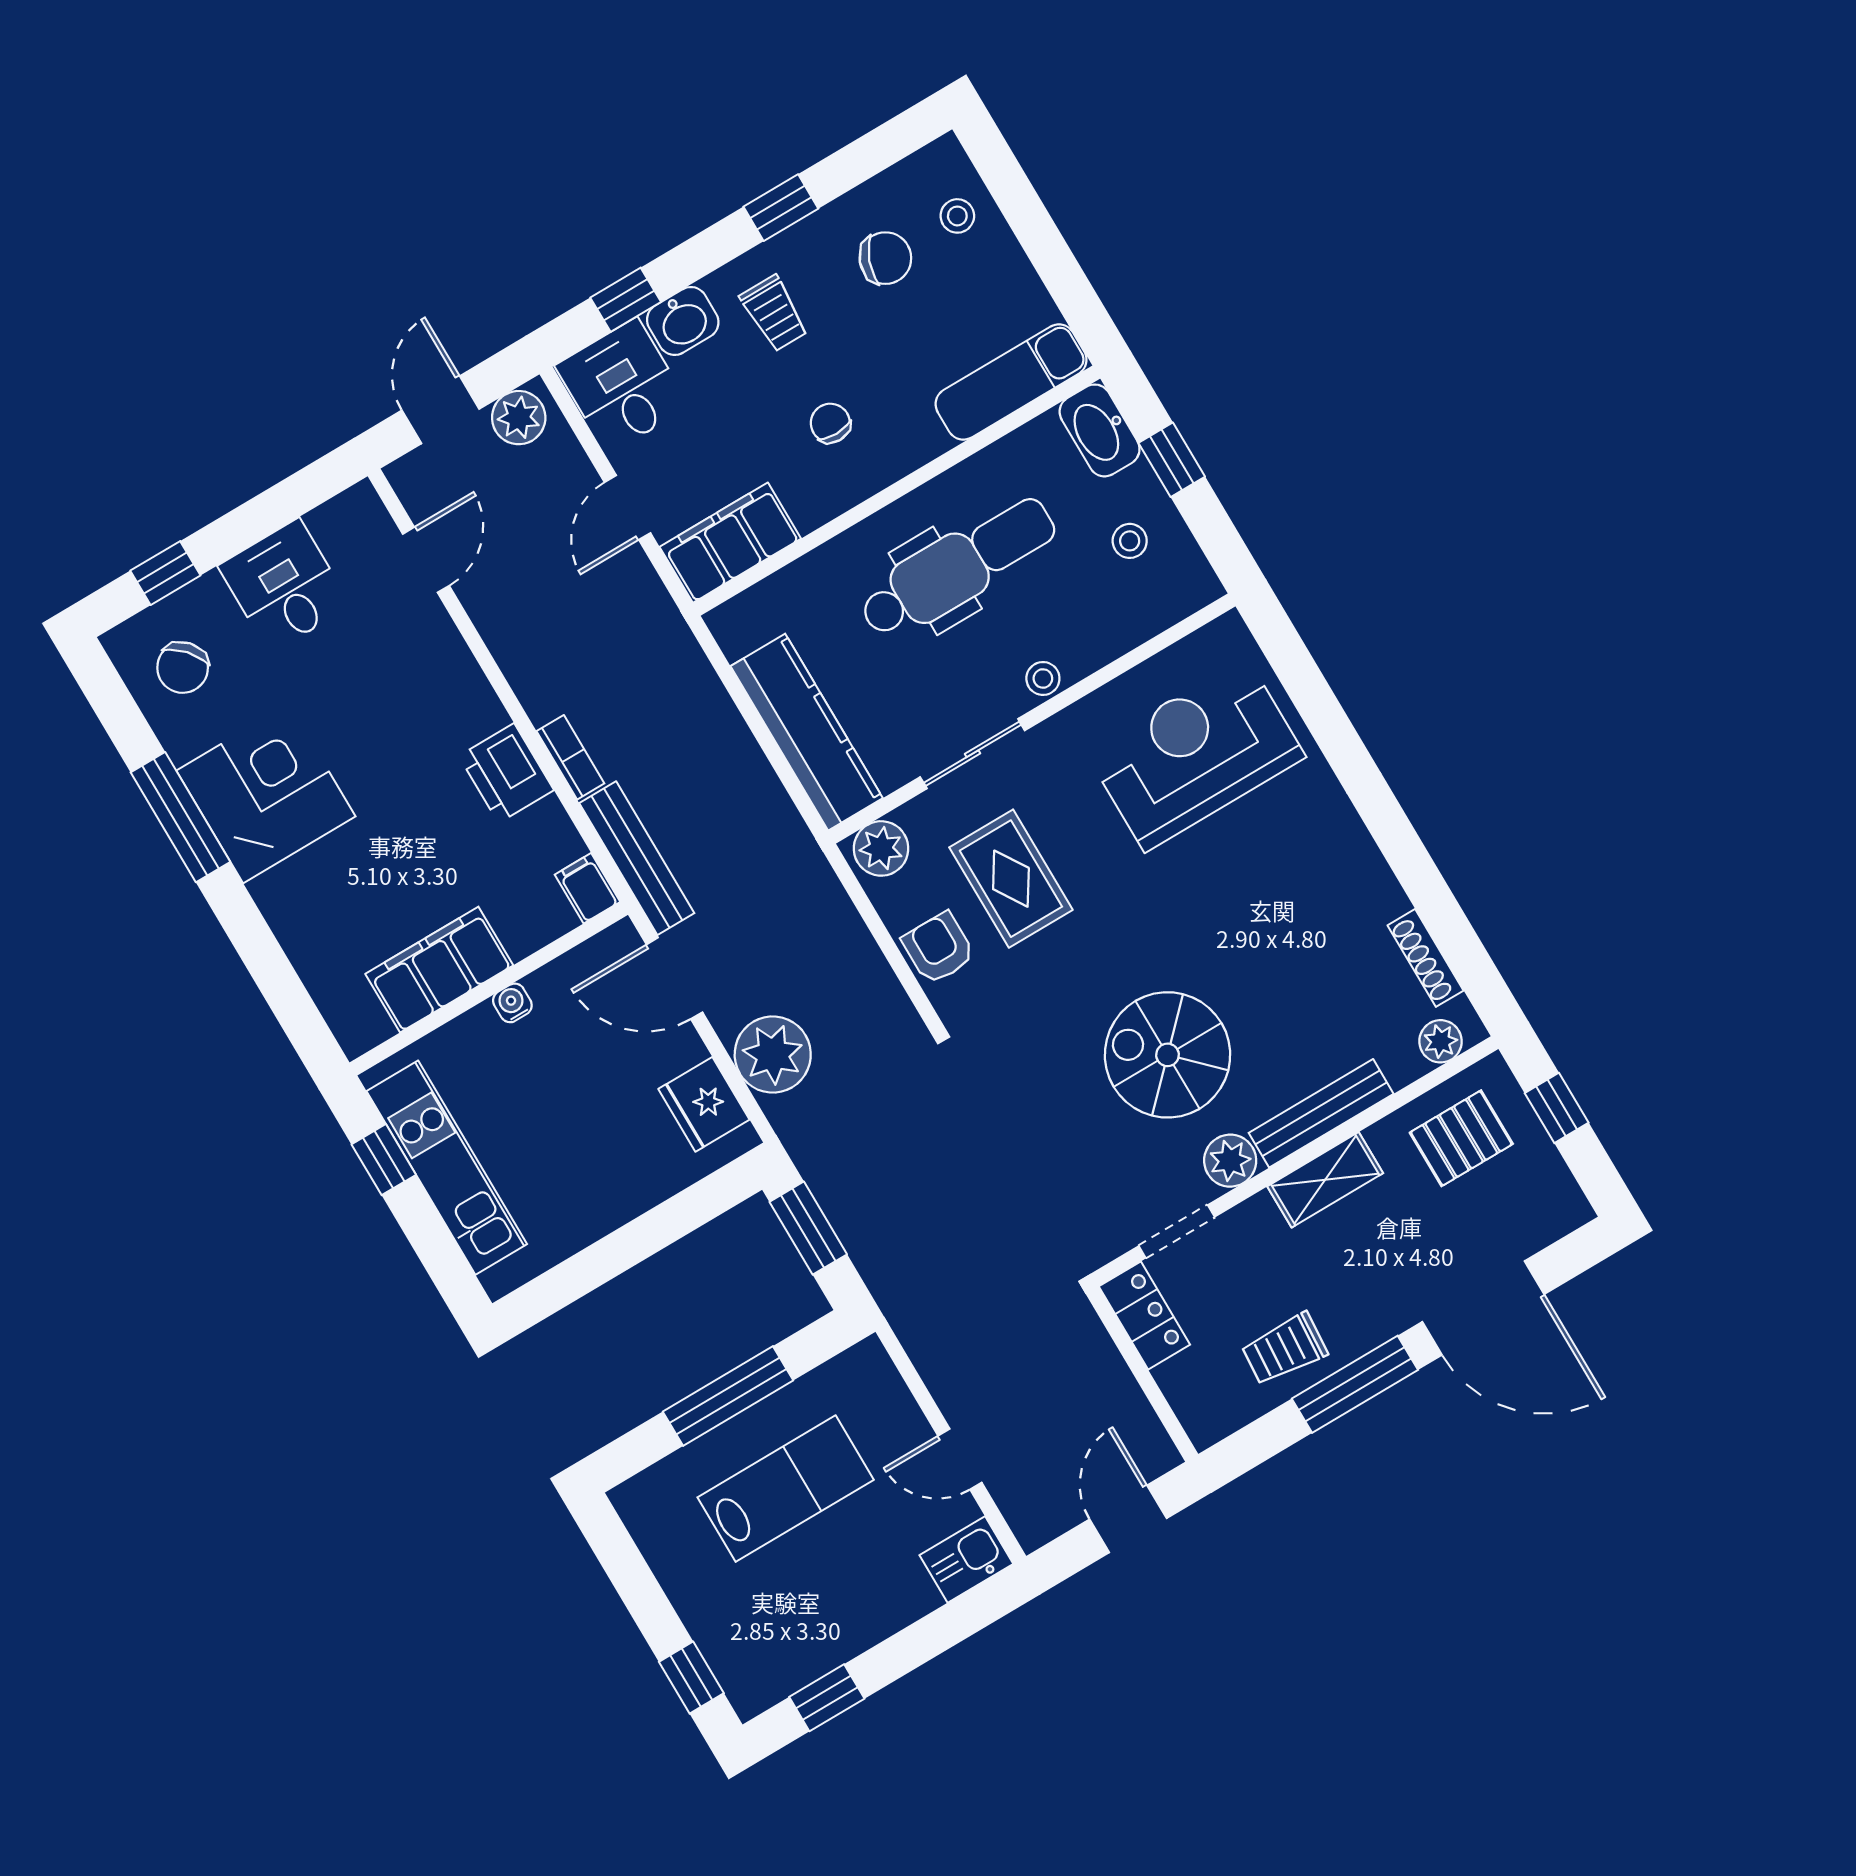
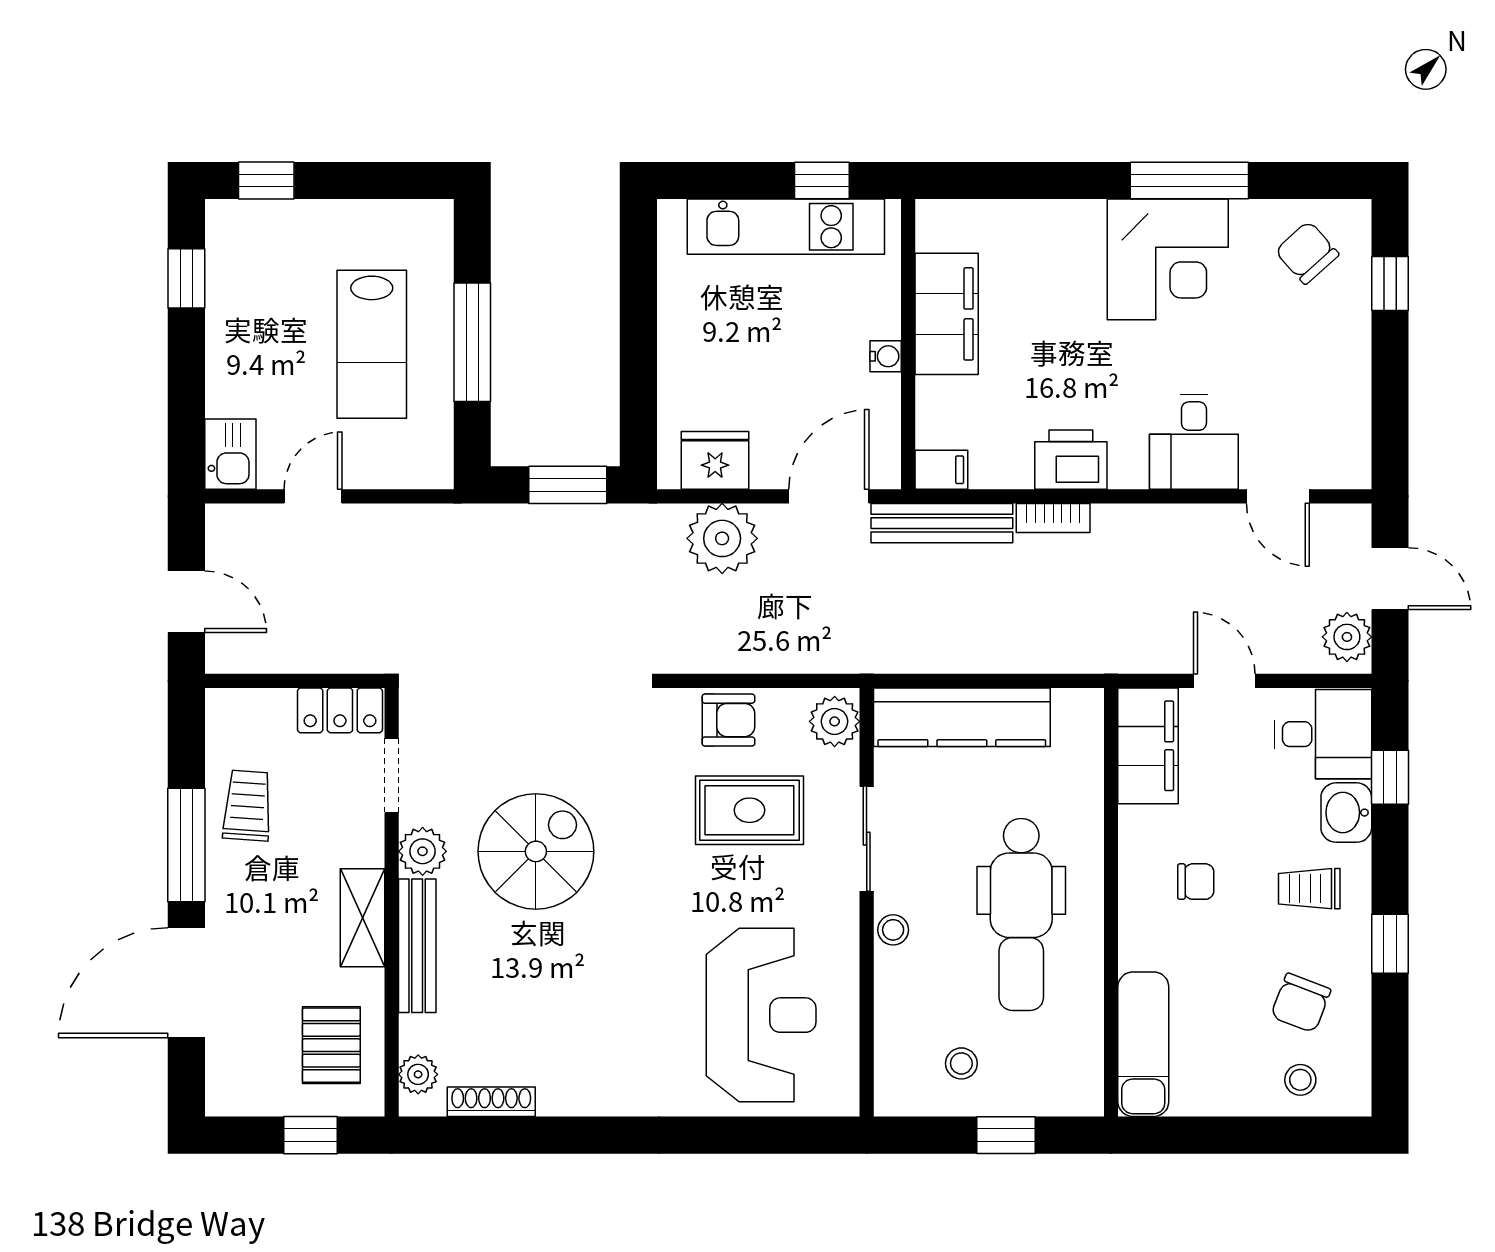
washbasin: (1100, 430) -> (1063, 1092), removed
desk: (284, 586) -> (1194, 442), moved, turned 90

